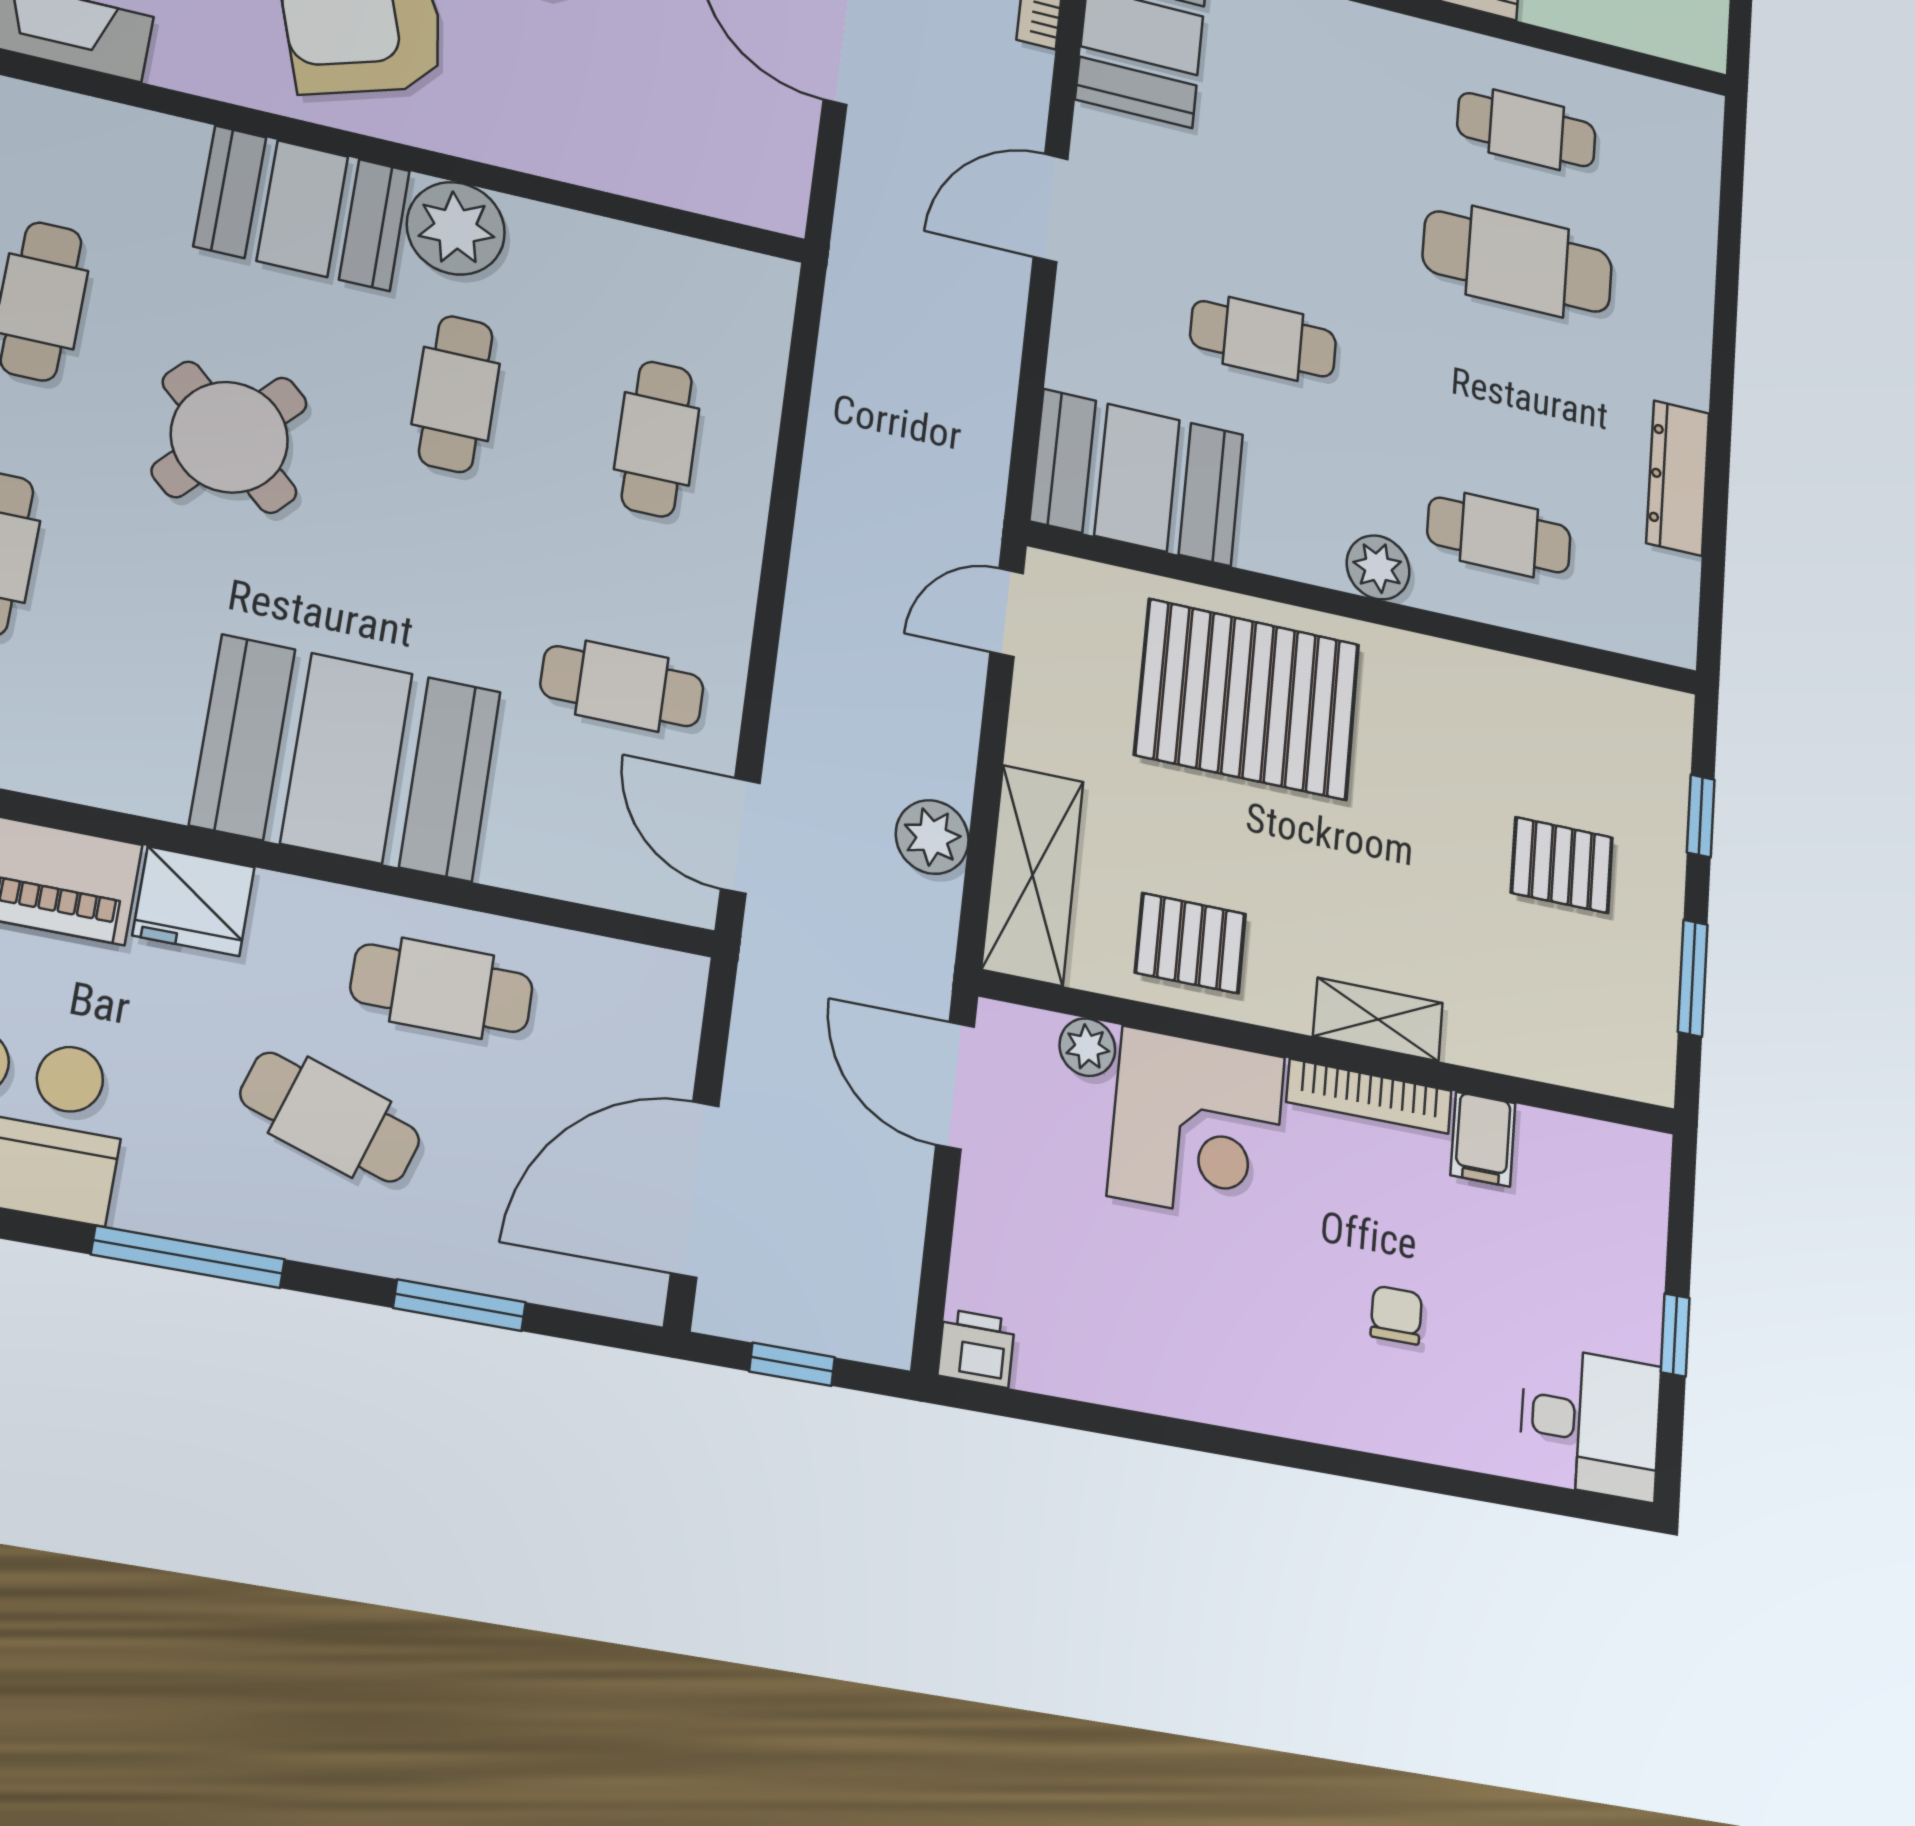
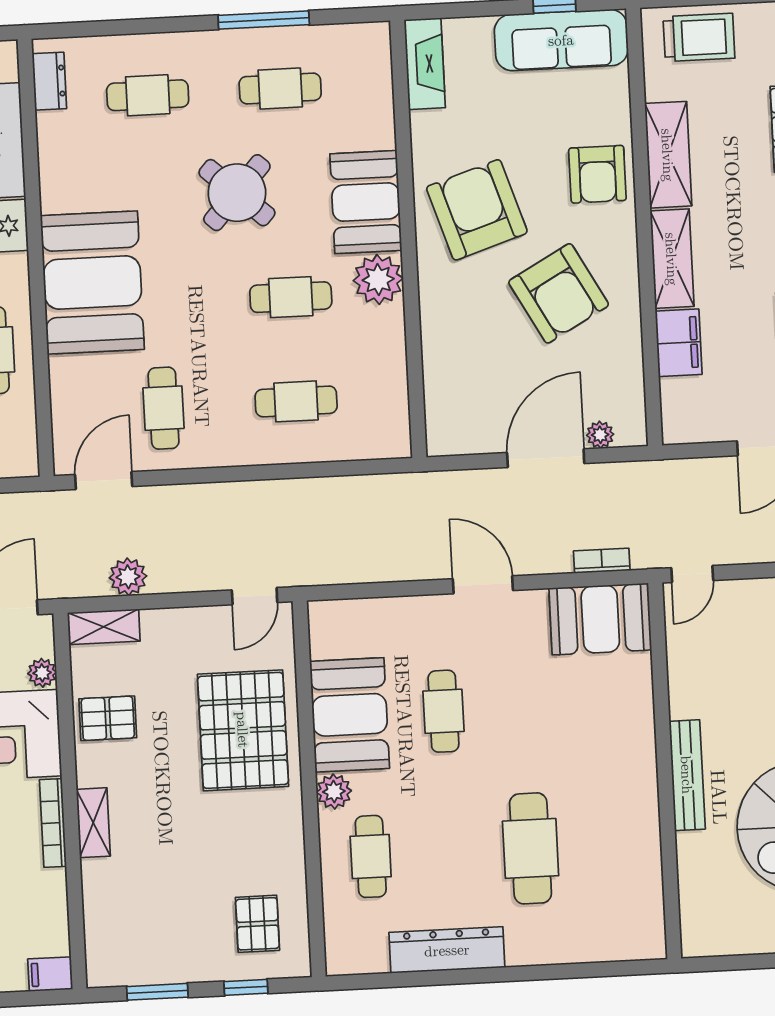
cafe table: (1526, 130) -> (610, 844), removed
booth: (1137, 478) -> (350, 715), moved
dresser: (1678, 478) -> (447, 950), width x1.37, depth x1.24
door: (1007, 613) -> (255, 596), swing flipped
pallet: (1562, 865) -> (257, 924), moved
shelving: (1033, 875) -> (104, 627), width x0.67, depth x0.75
pallet: (1190, 943) -> (108, 718), turned 90
filing cabinet: (1483, 1139) -> (50, 974), moved

